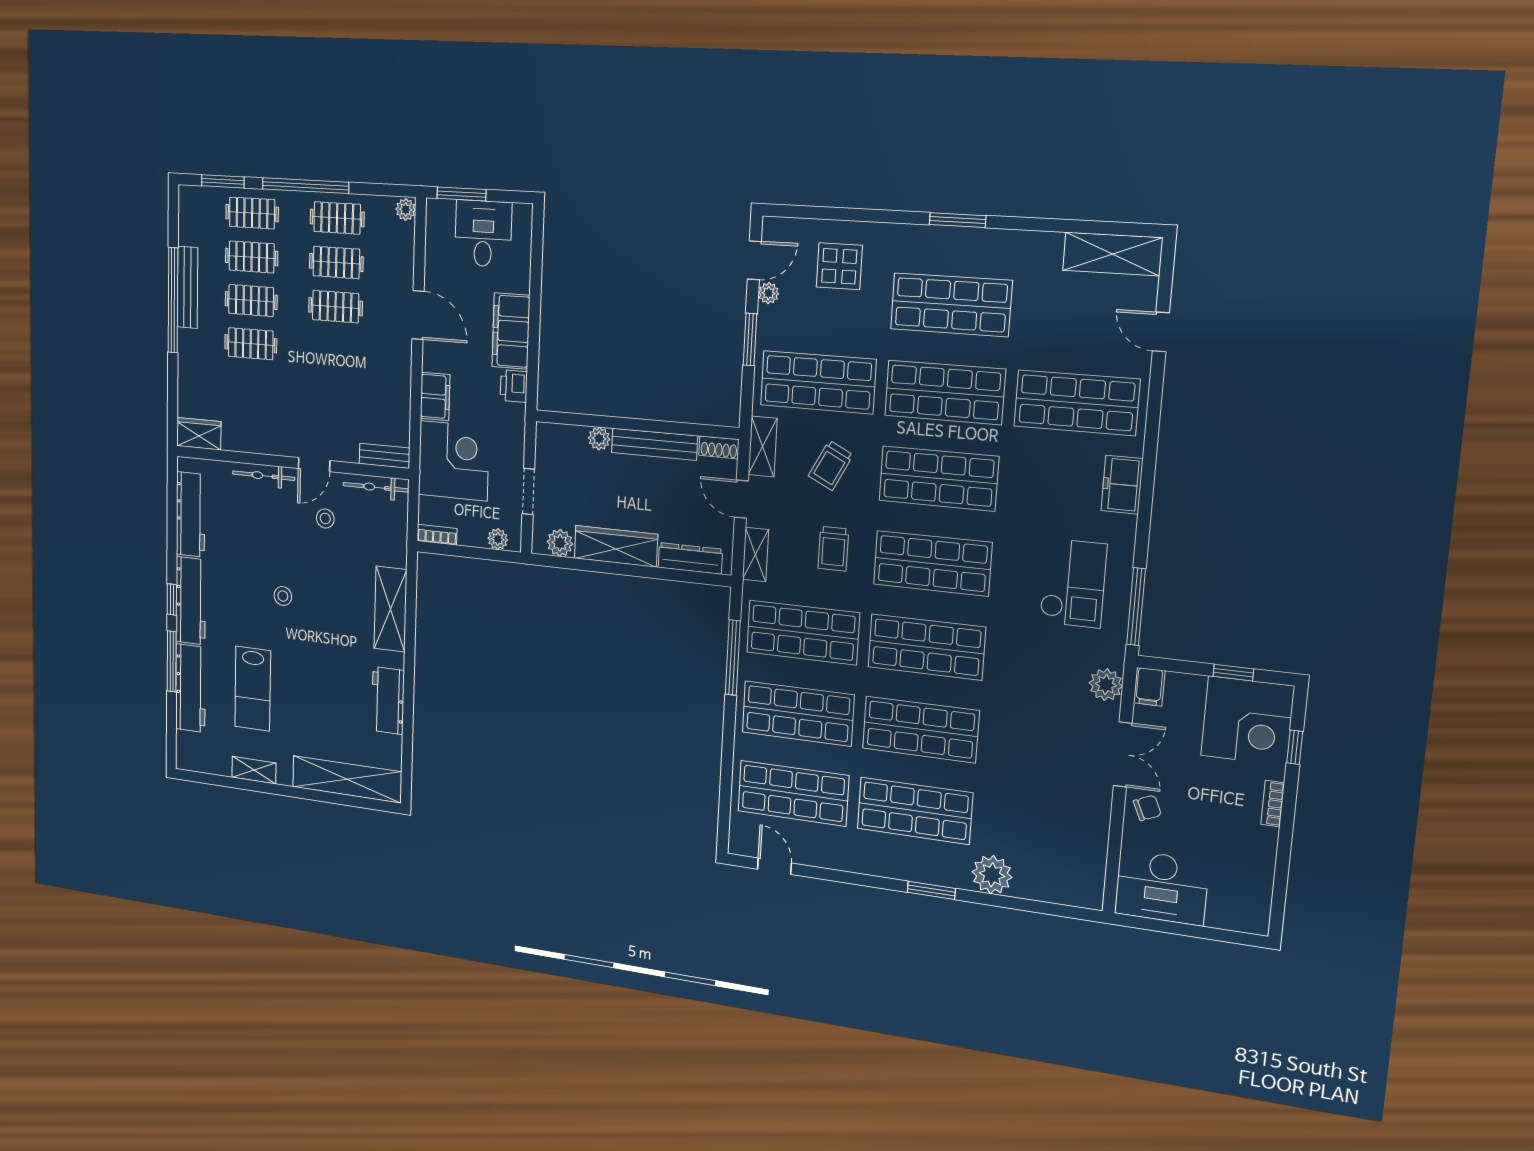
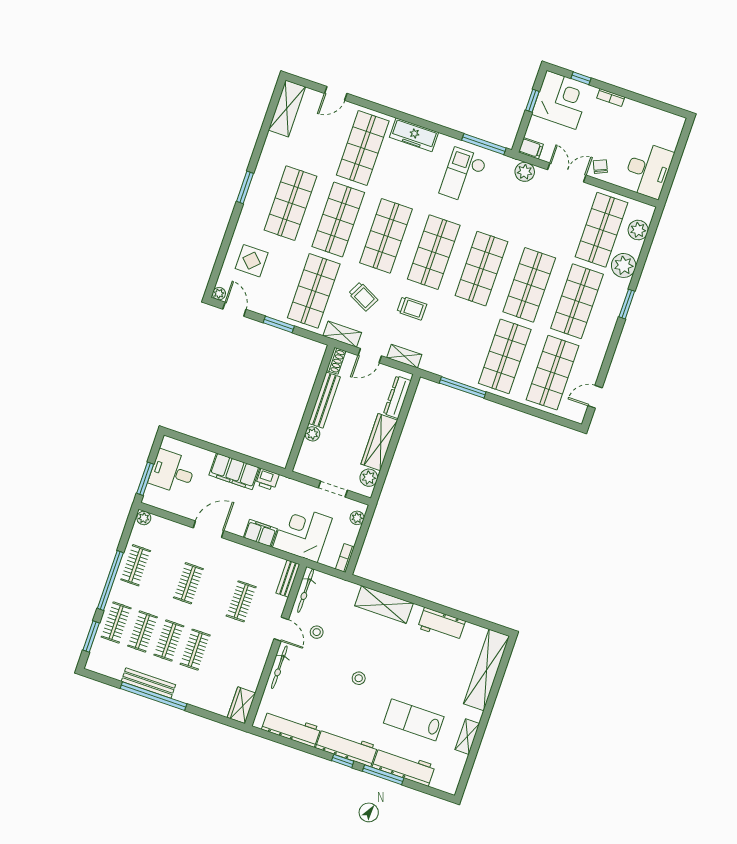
clothes rail: (336, 262) -> (241, 601), moved
plant: (769, 293) -> (219, 294), moved
freezer: (1122, 485) -> (414, 135), width x1.40
checkout: (1073, 583) -> (463, 175), turned -90
shop shelf: (803, 633) -> (601, 230), moved
lab bench: (253, 689) -> (414, 720), turned 180
plant: (1056, 888) -> (638, 230), added

